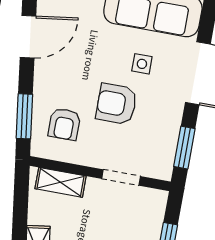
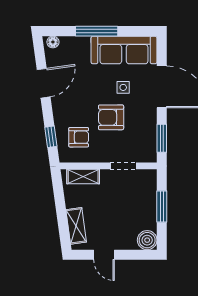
window: (24, 116) -> (51, 137), width x0.67
armchair: (64, 124) -> (79, 137), turned -90

